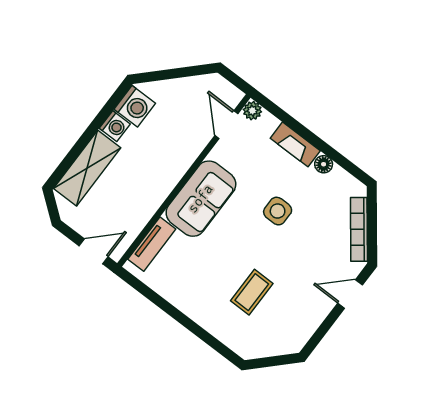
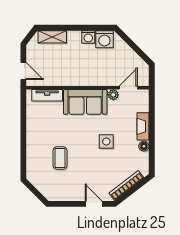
plant: (252, 111) -> (113, 95), moved
shelving: (87, 168) -> (52, 37), width x0.67, depth x0.75
coffee table: (252, 292) -> (60, 158), turned 90

